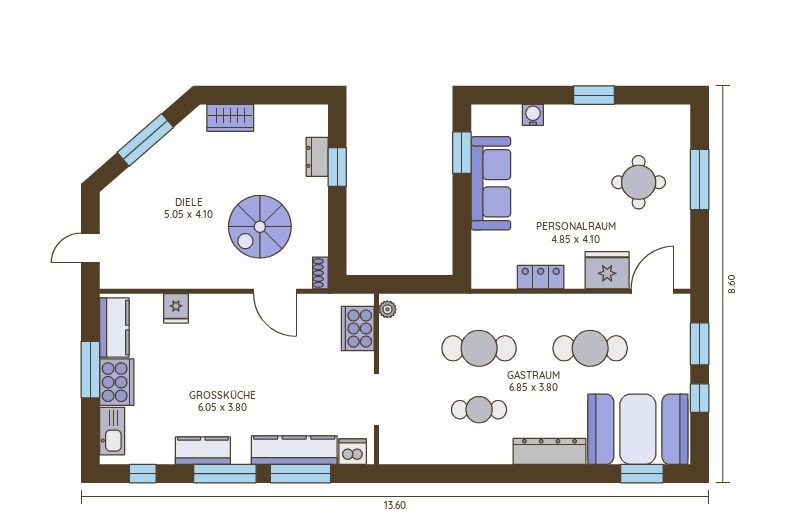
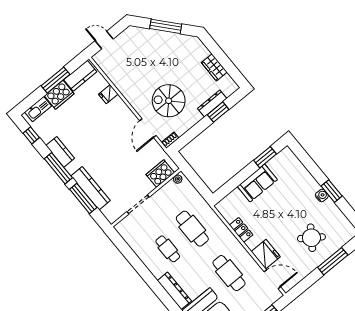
water cooler: (533, 115) -> (322, 195), moved
wardrobe: (230, 118) -> (214, 67), moved
dresser: (317, 157) -> (212, 103), width x1.44
round table: (639, 182) -> (311, 238), turned 35
sofa: (491, 183) -> (257, 183), width x0.73
dishwasher: (353, 452) -> (109, 212), removed

